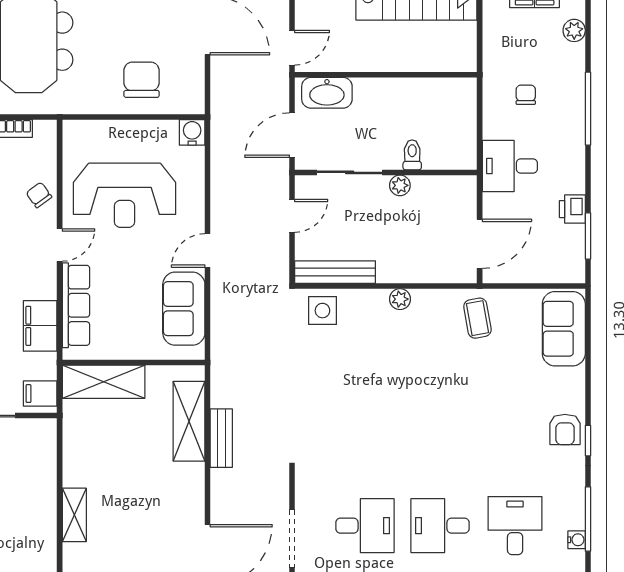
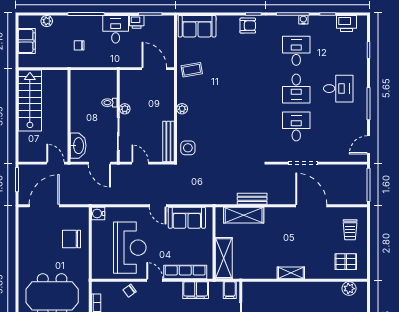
desk: (510, 166) -> (116, 29), moved, turned 180
desk: (515, 526) -> (296, 51), turned 90

